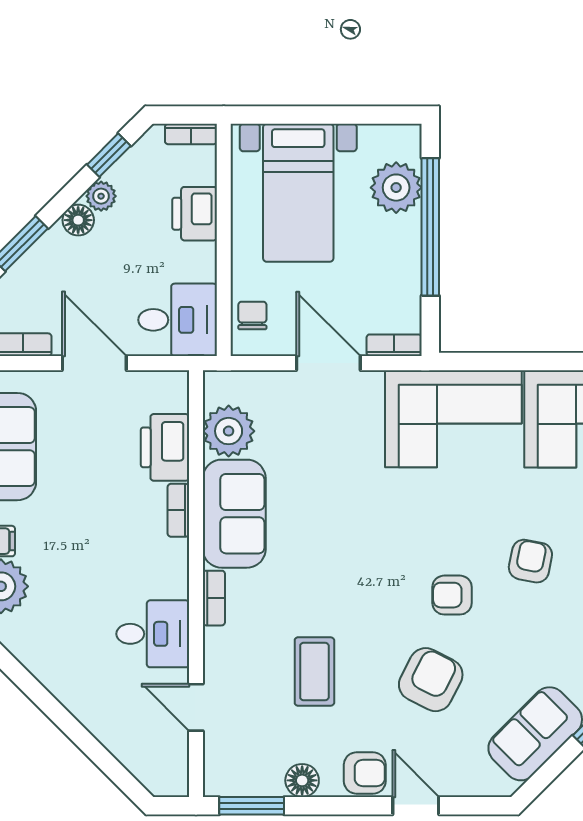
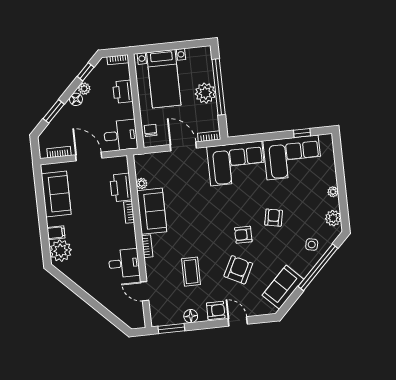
plant: (396, 188) -> (205, 93), moved
plant: (229, 431) -> (142, 183), width x0.53, depth x0.53

